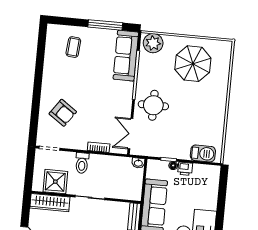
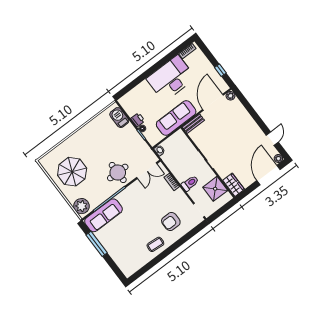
coffee table: (73, 47) -> (155, 244), moved
armchair: (63, 113) -> (171, 221), turned -125
wardrobe: (50, 203) -> (234, 185), width x0.67

